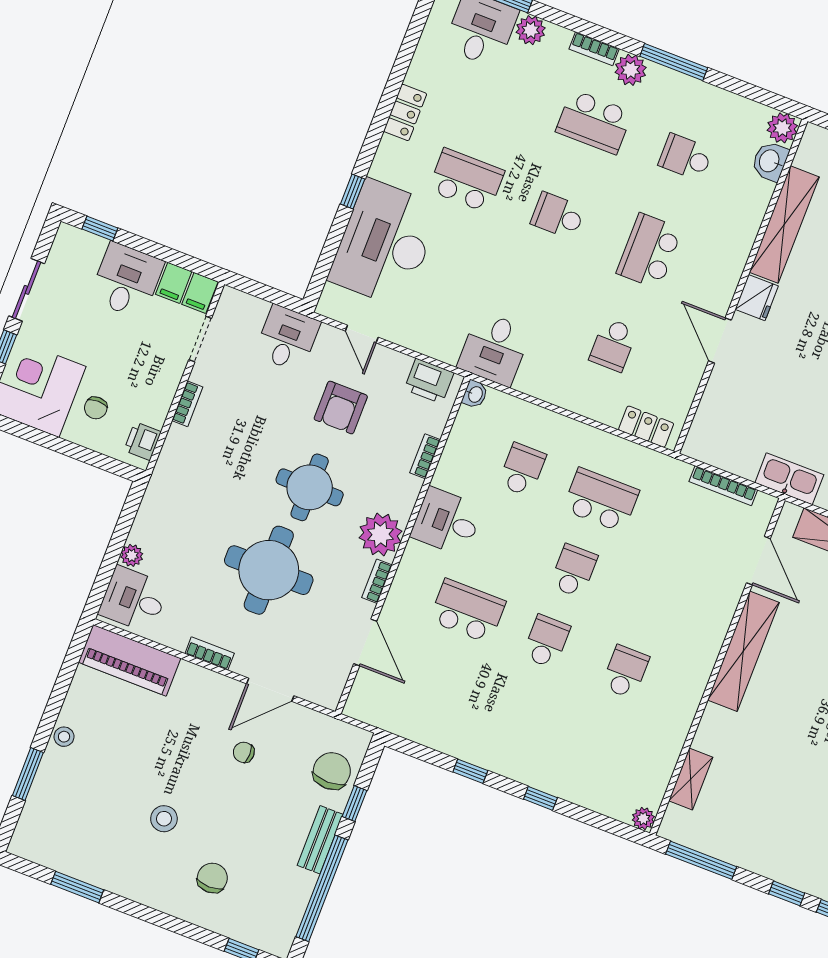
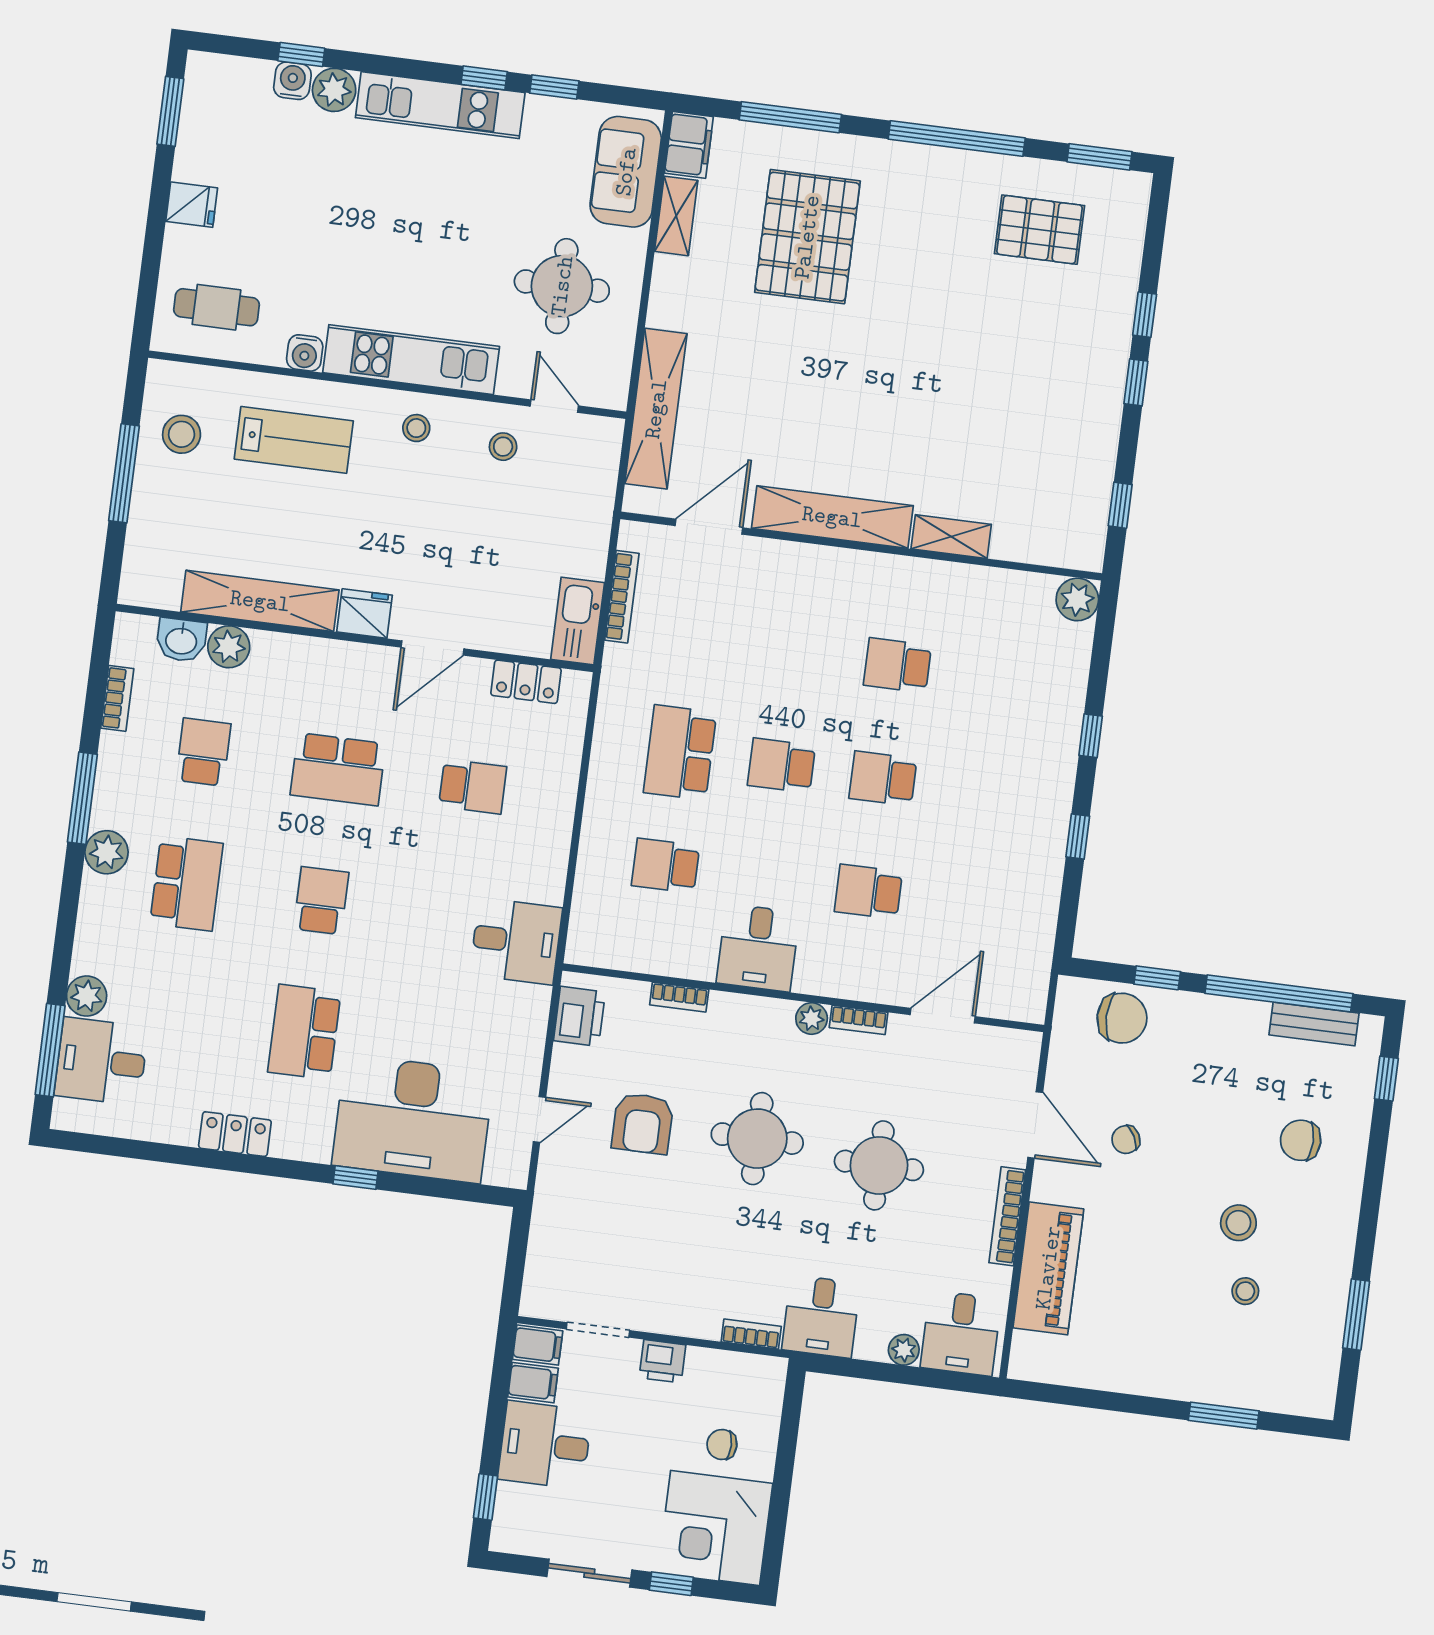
bookcase: (594, 49) -> (117, 698), moved
plant: (782, 128) -> (229, 647), moved
school desk: (686, 157) -> (203, 752), turned 180
school desk: (558, 216) -> (321, 901), turned 180
desk: (287, 338) -> (821, 1316), moved, turned -90
washbasin: (475, 394) -> (582, 952), removed
bookcase: (187, 404) -> (751, 1334), moved
chair: (96, 408) -> (722, 1445), turned 180
armchair: (341, 408) -> (642, 1123), turned 90
locker: (646, 427) -> (526, 682), moved, turned -90
printer: (142, 441) -> (662, 1361), moved
kitchen sink: (789, 479) -> (578, 621), moved
plant: (381, 534) -> (812, 1018), width x0.53, depth x0.53
round table: (269, 570) -> (879, 1165), width x0.73, depth x0.73
school desk: (468, 611) -> (868, 892), width x0.54
bookcase: (210, 654) -> (1007, 1216), width x1.56
piano: (130, 660) -> (1048, 1268), moved
stool: (64, 737) -> (1245, 1291), moved
chair: (244, 752) -> (1126, 1140), turned 62
chair: (332, 771) -> (1122, 1018), turned 180
shelving: (691, 779) -> (951, 537), moved
plant: (643, 818) -> (1077, 599), width x1.38, depth x1.38
bench: (320, 840) -> (1314, 1024), moved
window: (701, 860) -> (1120, 505), width x0.46

